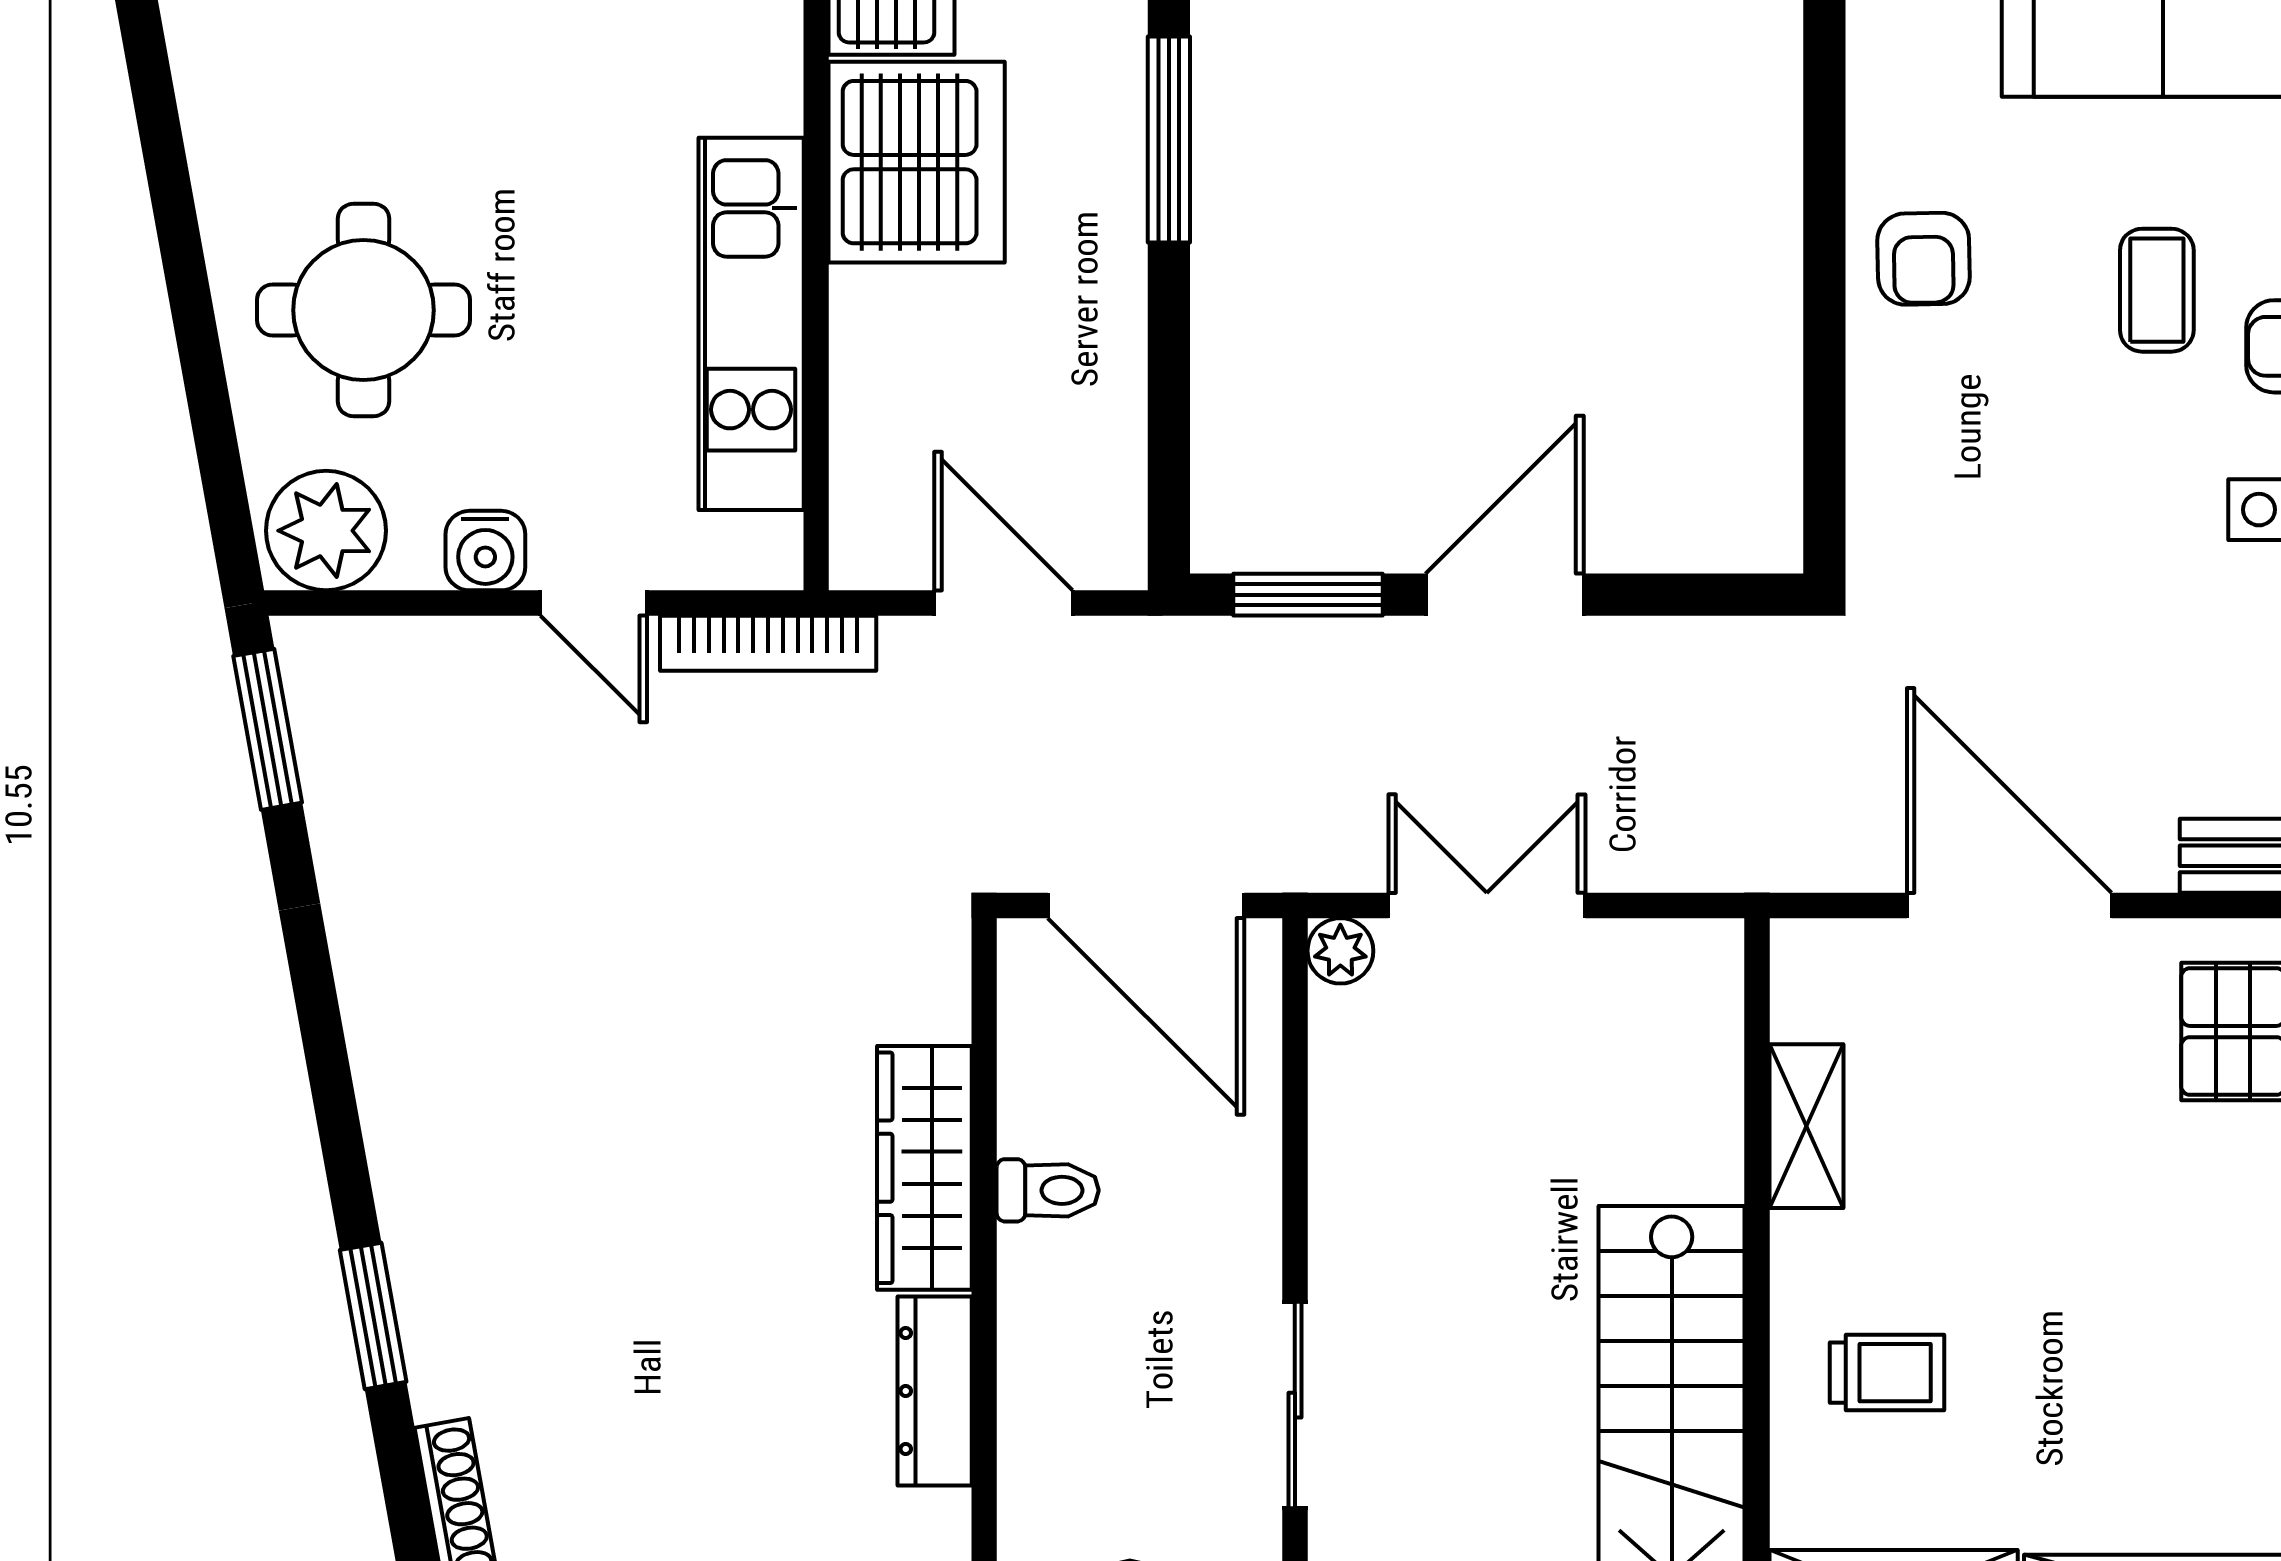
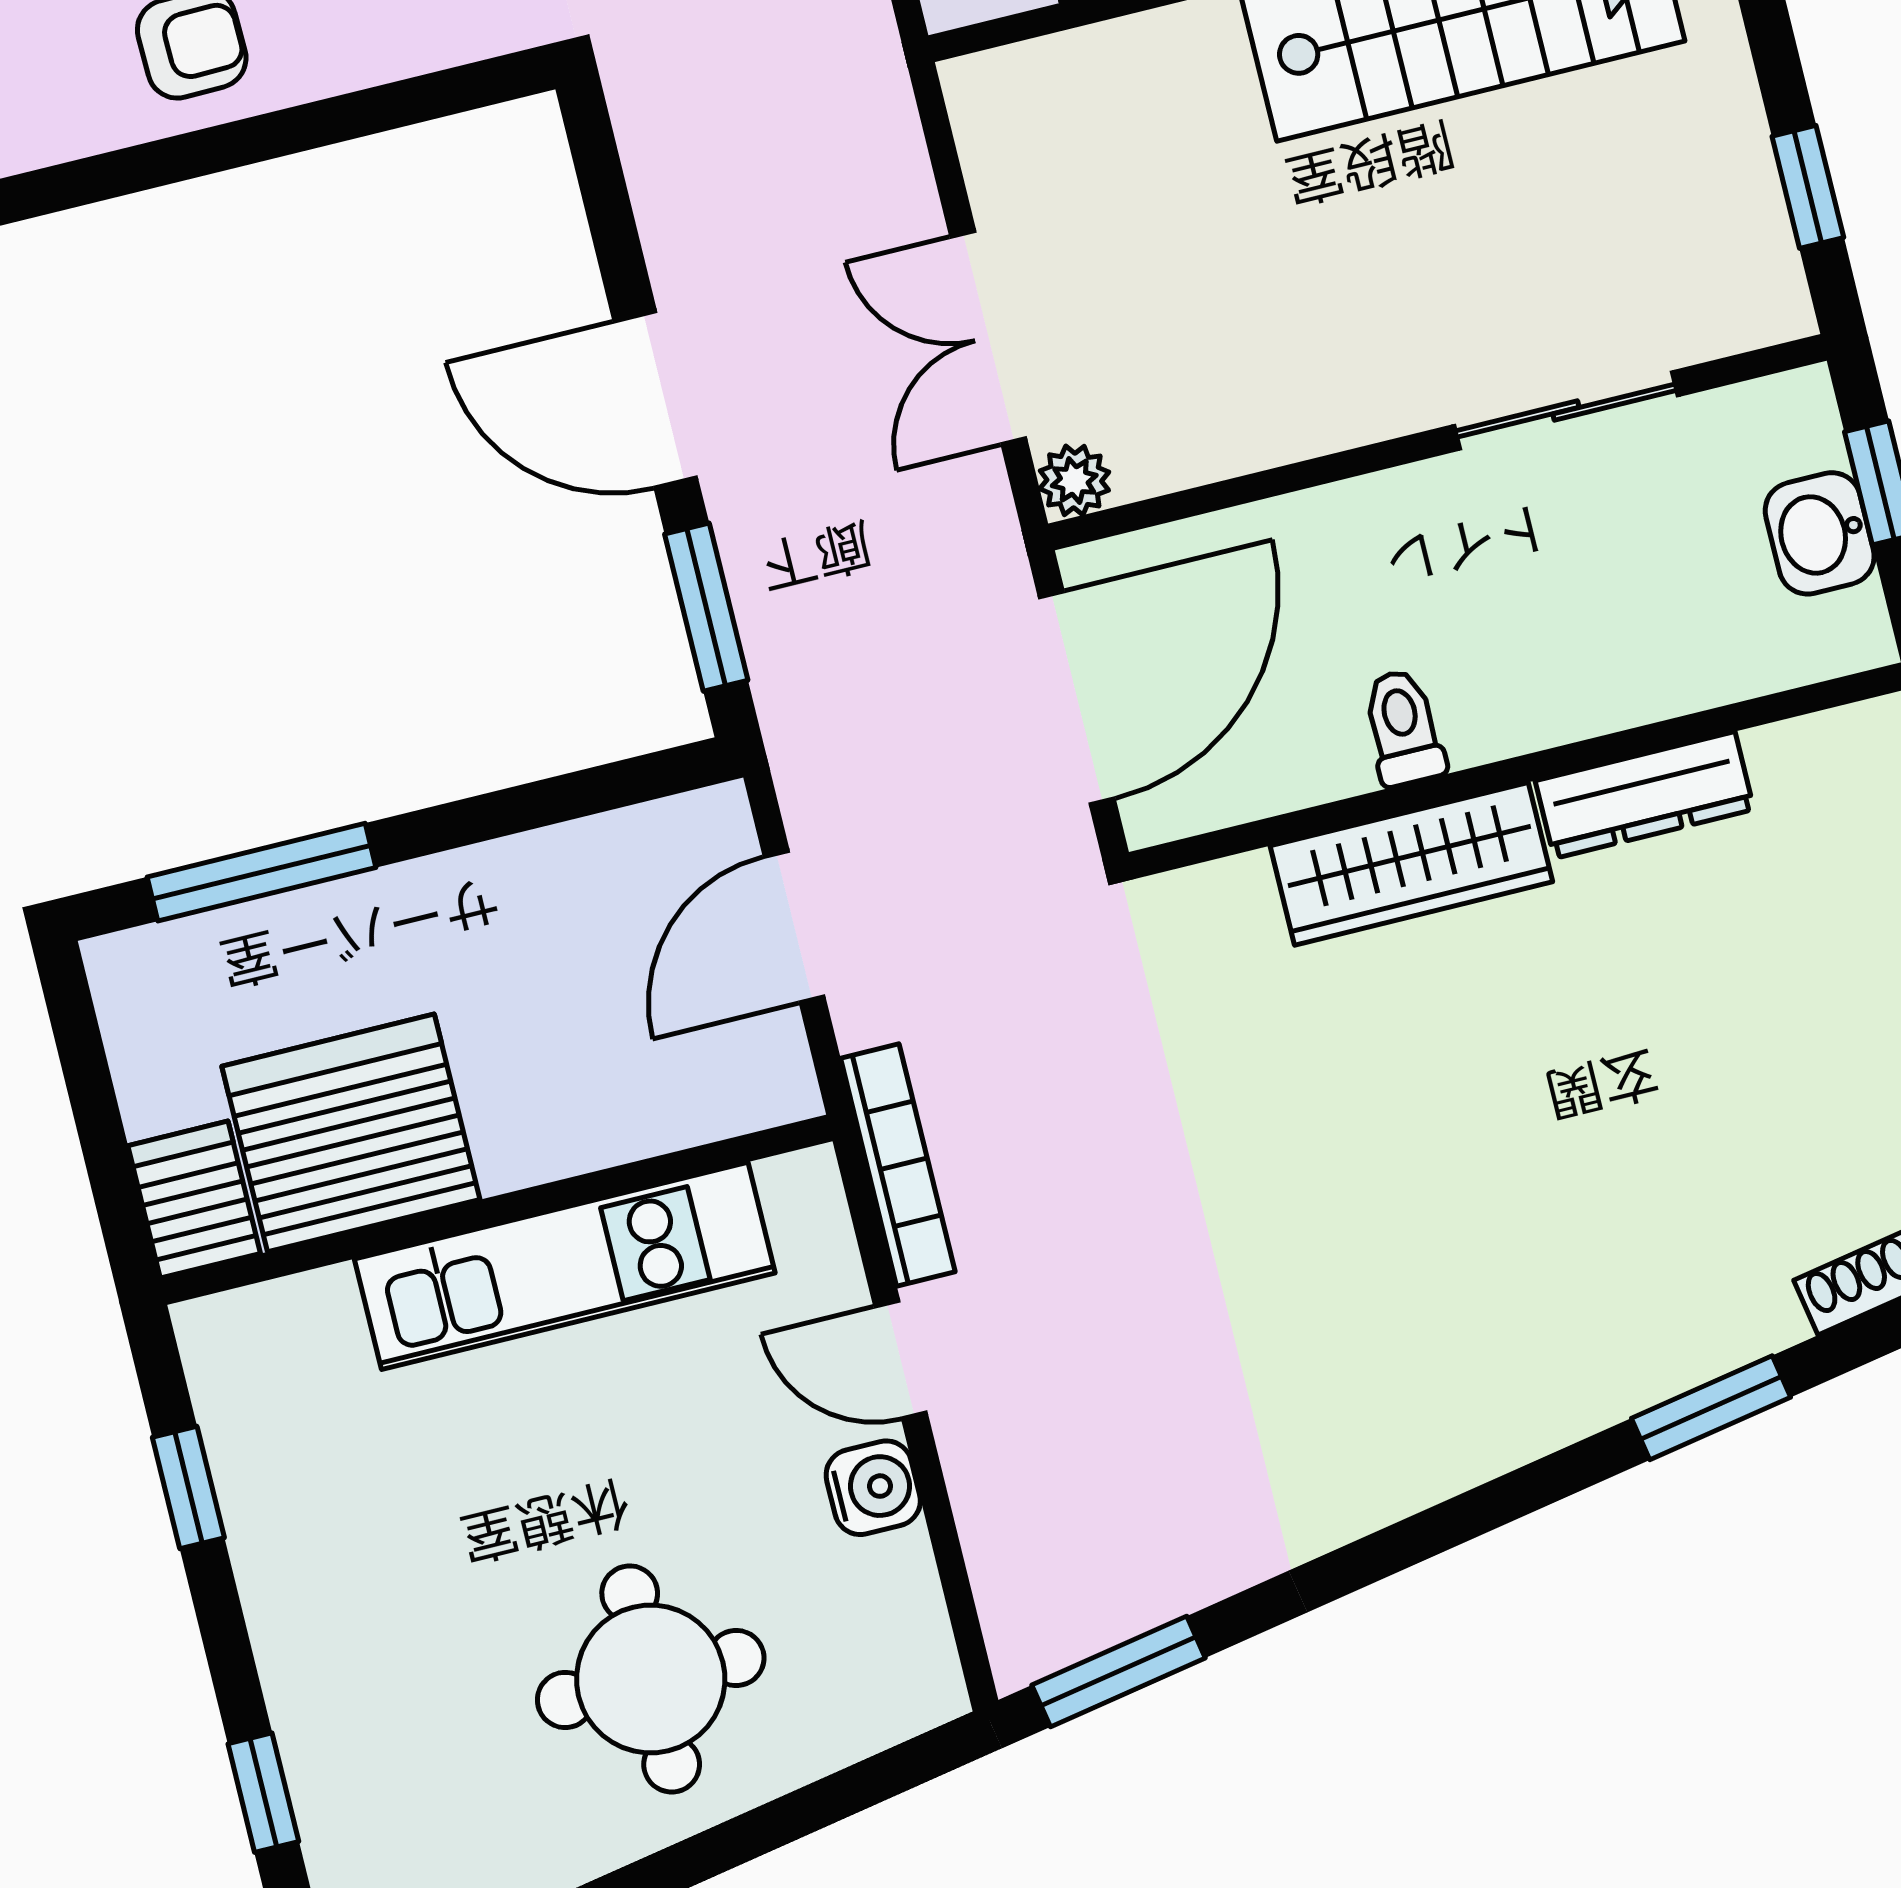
plant: (326, 531) -> (893, 1661), removed
door: (594, 603) -> (901, 1360), swing flipped

